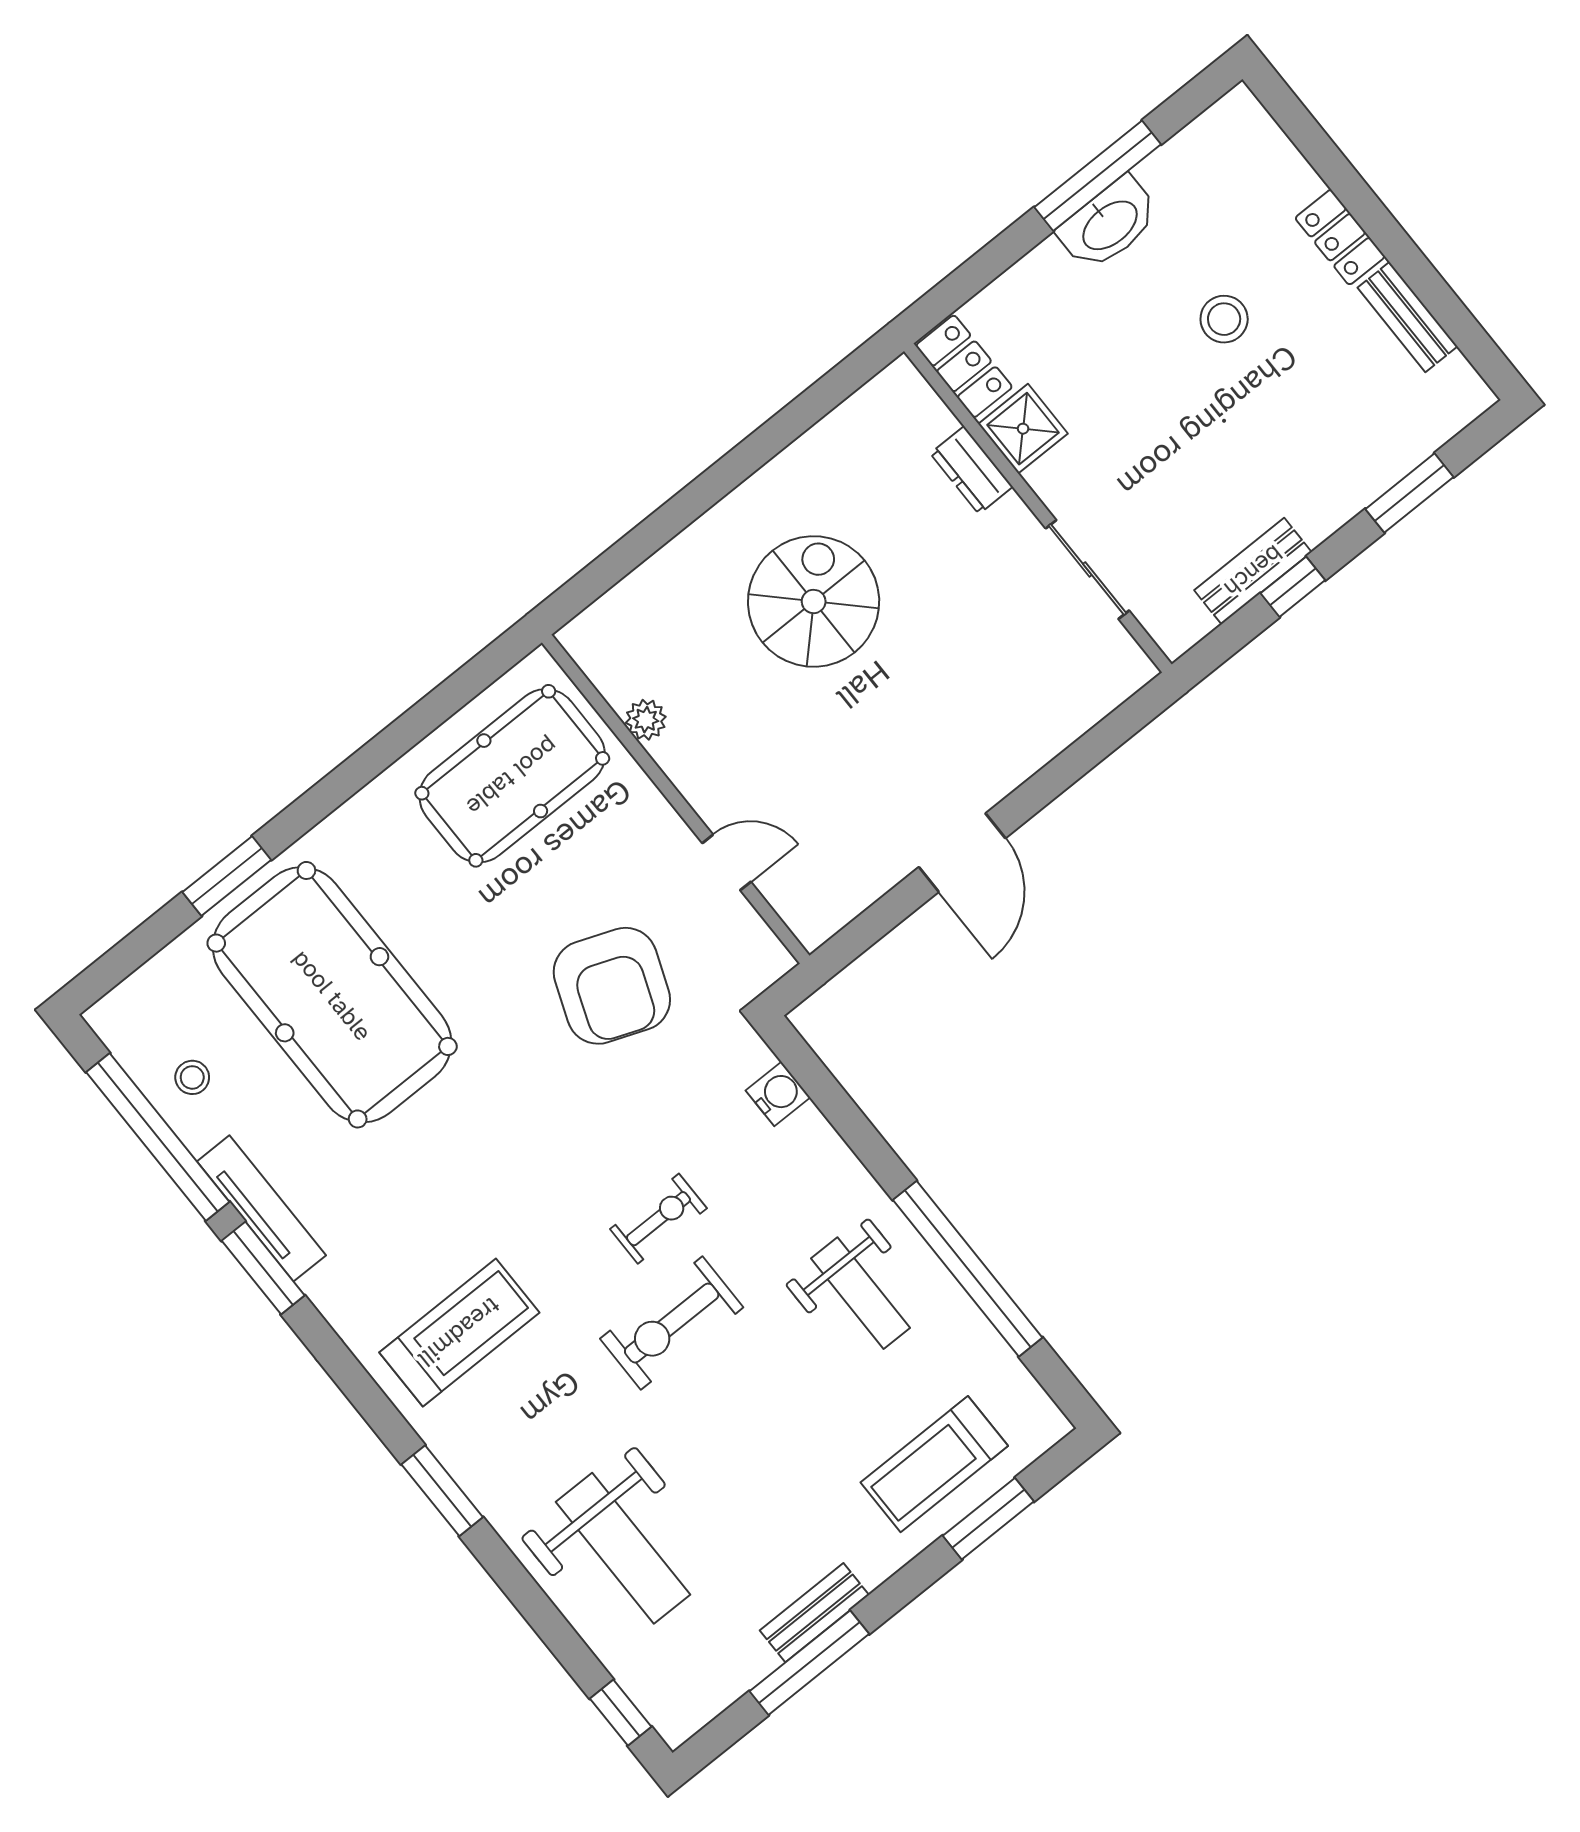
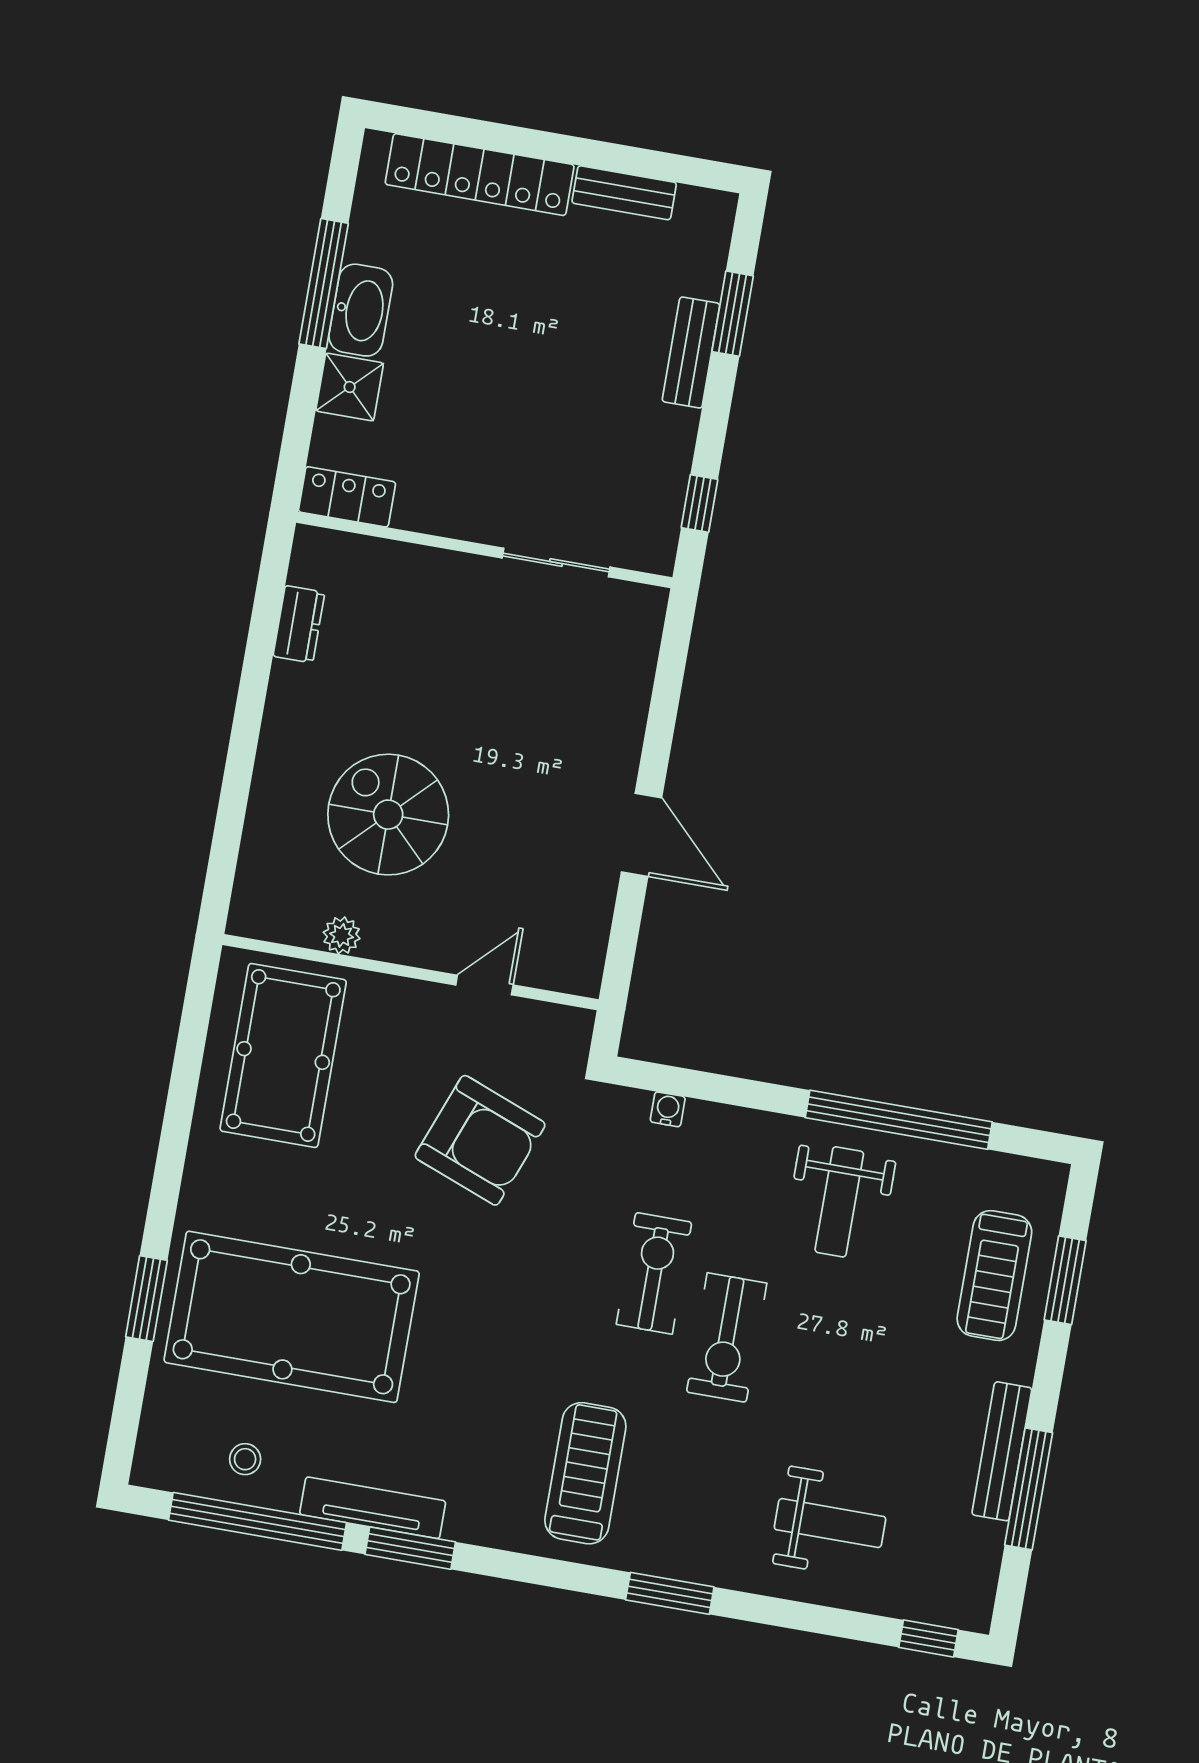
locker: (1340, 237) -> (480, 175), width x2.16, depth x1.21
stool: (1224, 319) -> (498, 306), removed
shower: (1023, 429) -> (350, 387), moved
dresser: (971, 470) -> (299, 624), moved, turned -90
bench: (1253, 571) -> (691, 353), moved
window: (1293, 587) -> (699, 503), moved
spiral stairs: (814, 601) -> (388, 815), moved
water cooler: (778, 1094) -> (668, 1109), width x0.72, depth x0.72
exercise bike: (658, 1219) -> (654, 1273), width x1.38, depth x1.39
weight bench: (861, 1293) -> (839, 1202), turned 90
weight bench: (623, 1548) -> (830, 1523), width x0.73, depth x0.75
bench: (814, 1613) -> (1002, 1451), width x1.36

